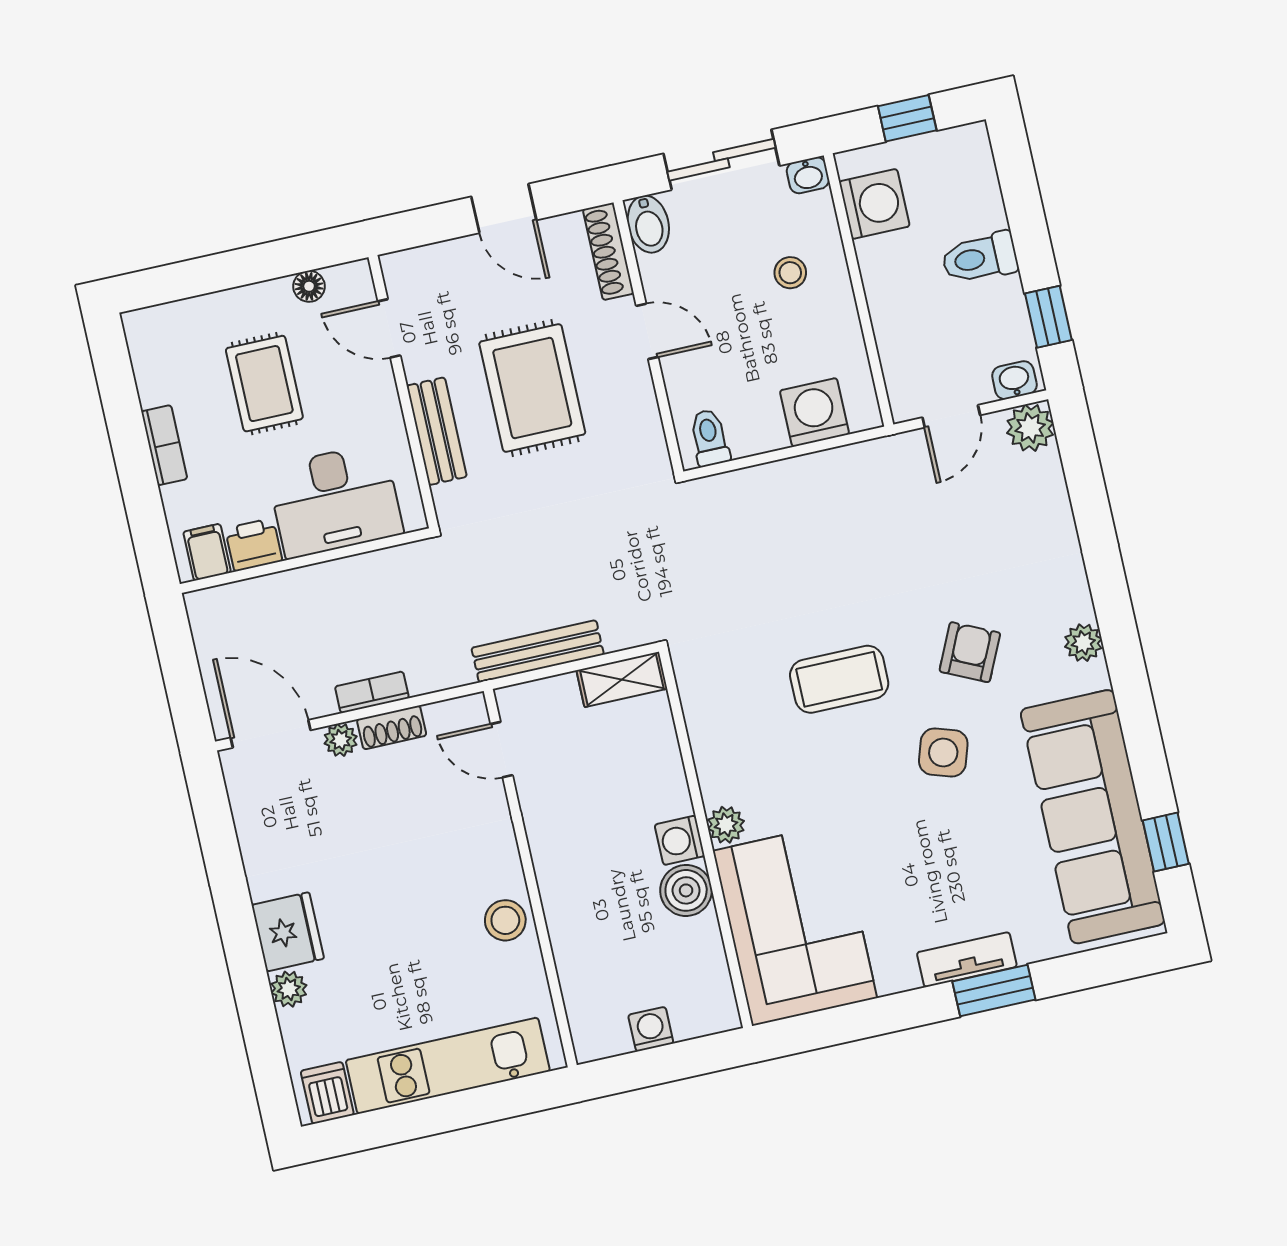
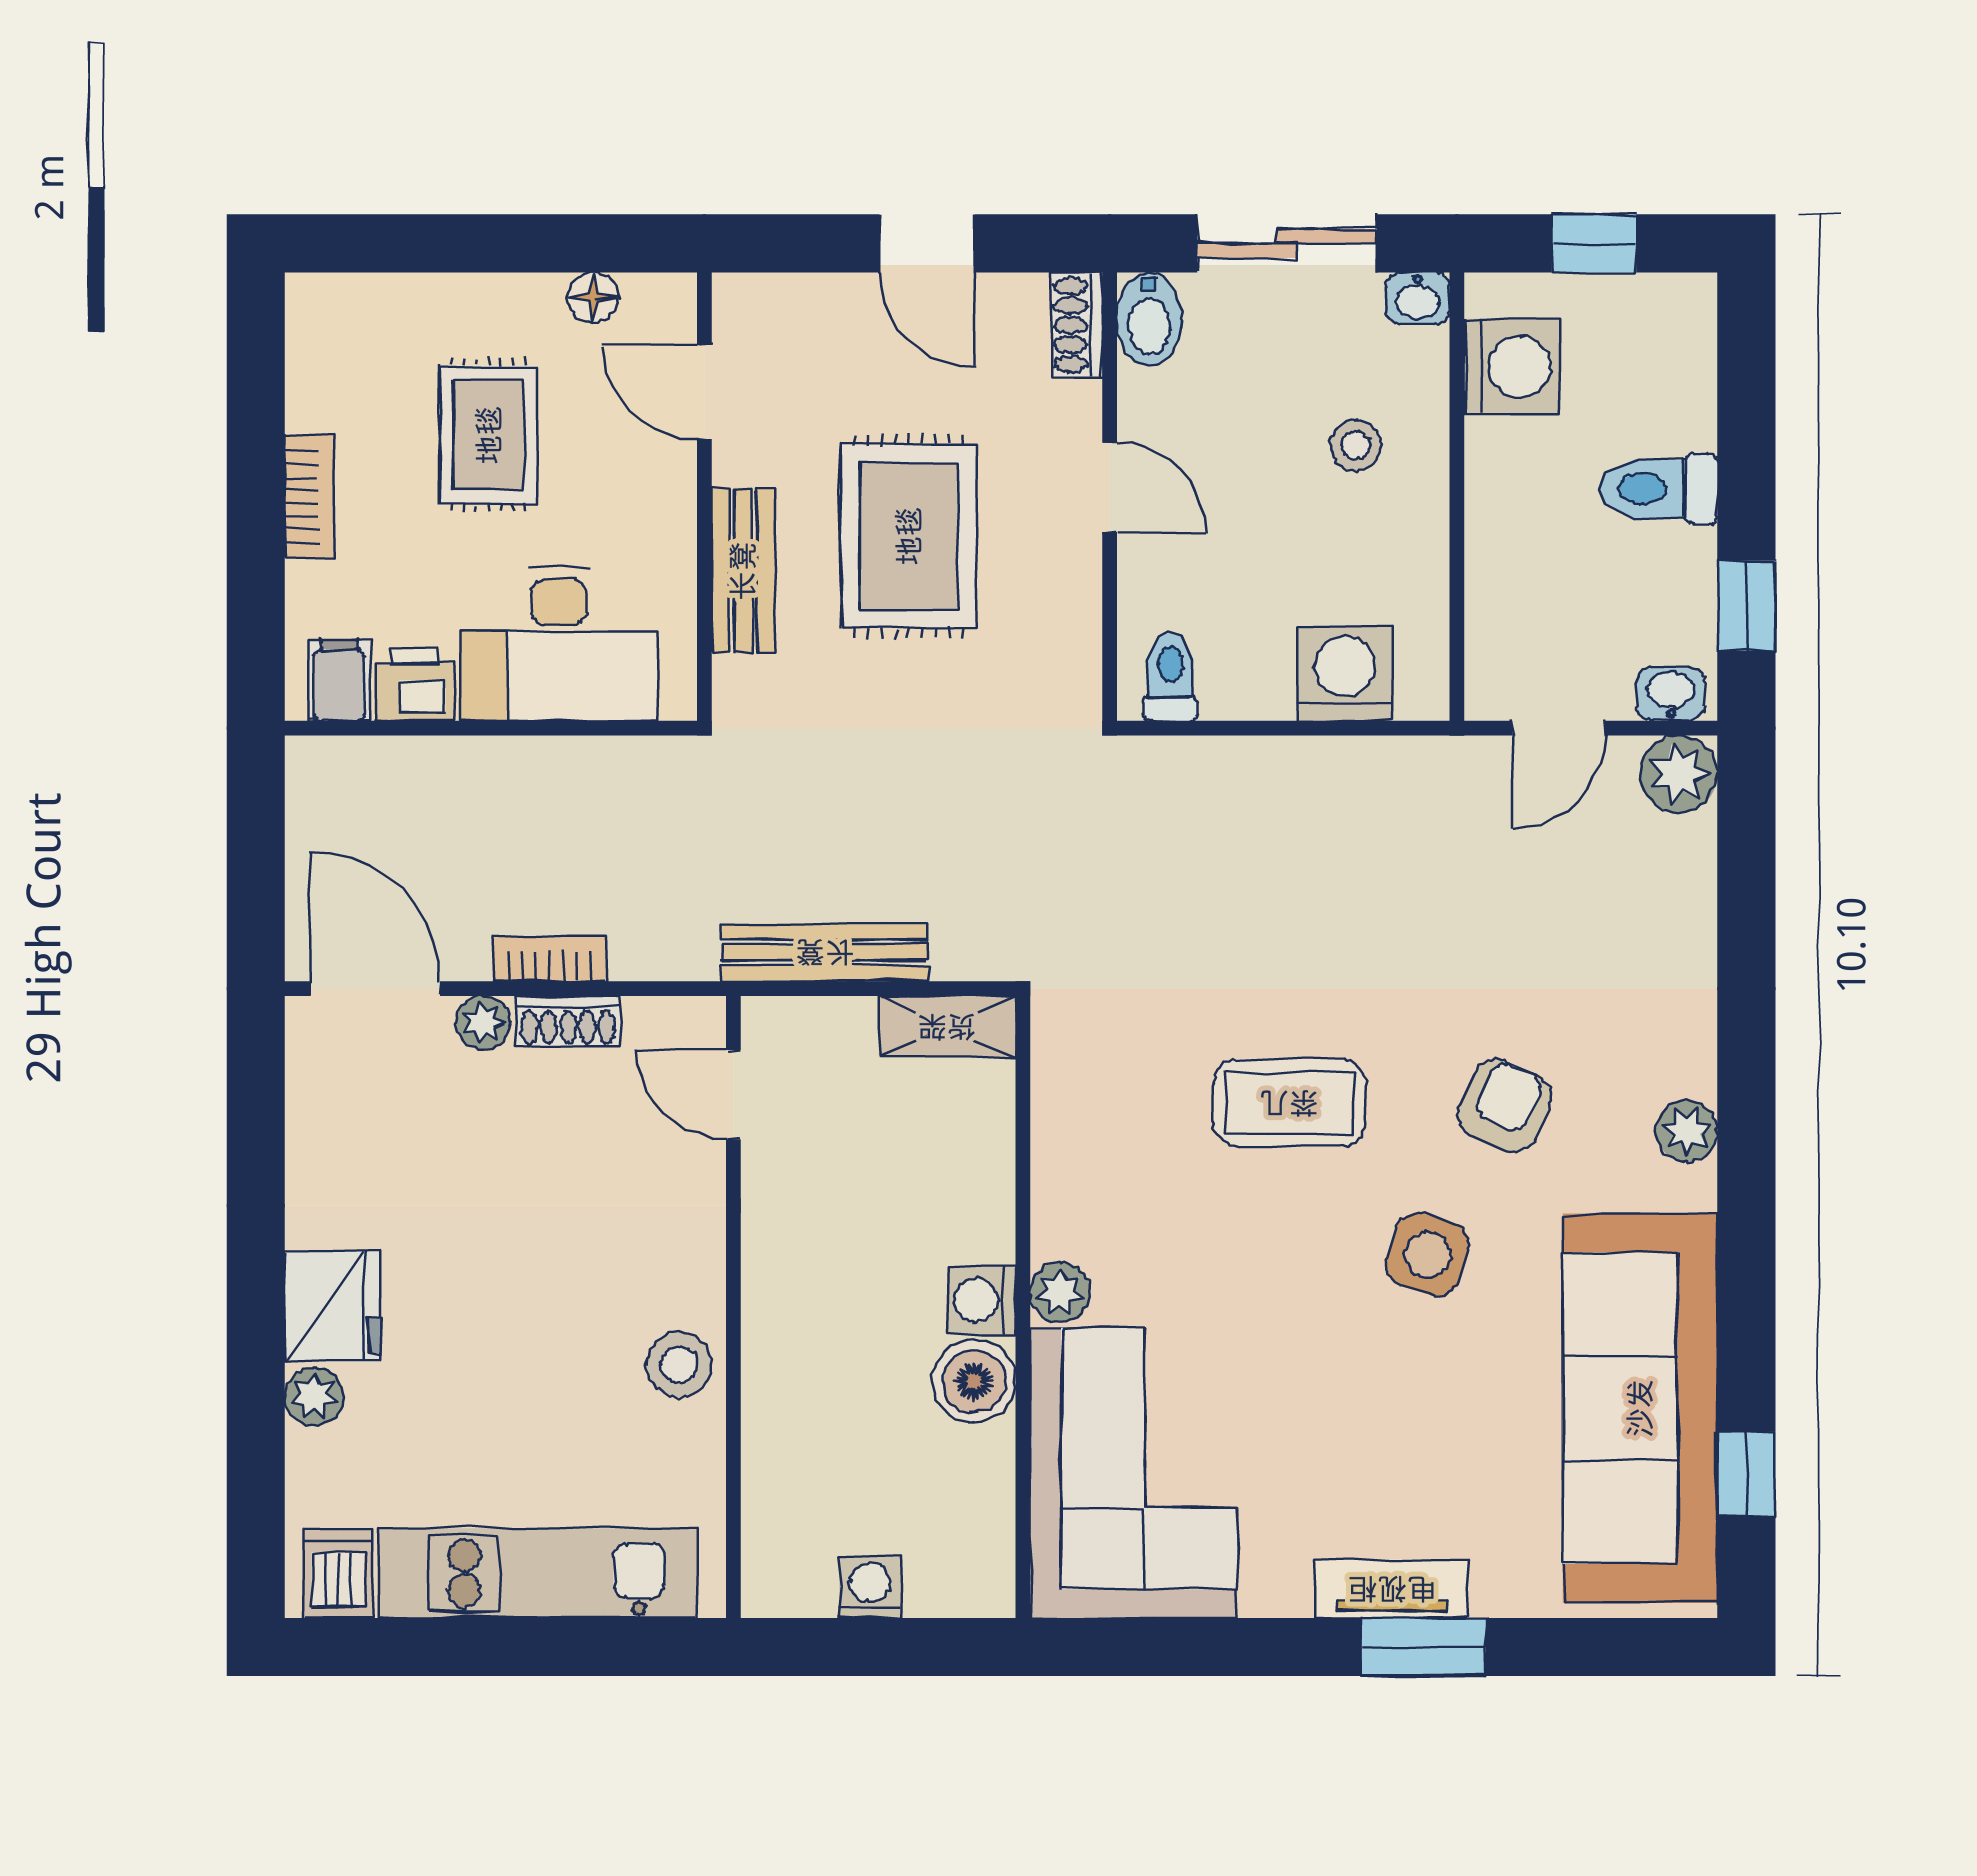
shoe rack: (608, 251) -> (1077, 325), width x0.70

